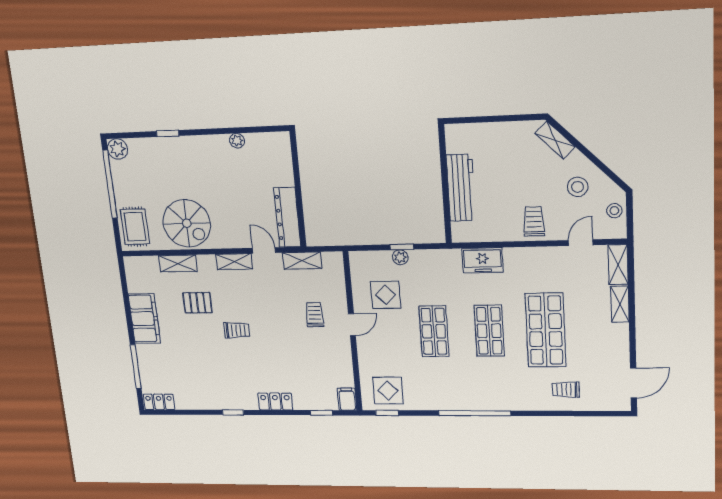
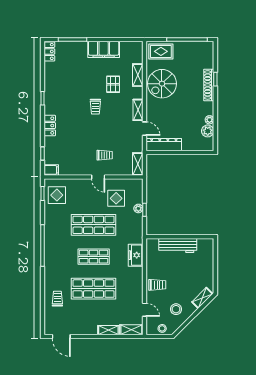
shoe rack: (179, 144) -> (209, 85), added
plant: (118, 149) -> (208, 131), moved
door: (264, 250) -> (144, 129), hinge flipped
shelving: (302, 261) -> (138, 164), moved
shop shelf: (434, 331) -> (94, 225), width x1.43, depth x1.36

